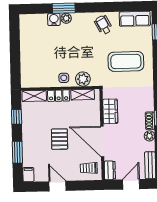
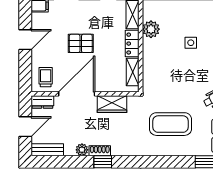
coffee table: (126, 61) -> (170, 124), turned 90
side table: (64, 78) -> (191, 43), moved
plant: (83, 79) -> (151, 29), moved
door: (131, 184) -> (25, 127), hinge flipped

